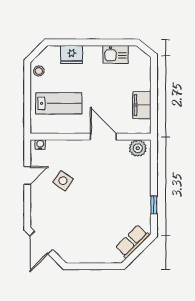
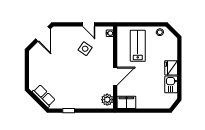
fridge: (72, 55) -> (171, 68), moved
lab bench: (59, 103) -> (138, 46), turned 180
filing cabinet: (142, 105) -> (126, 102), moved
door: (41, 243) -> (43, 34), swing flipped

